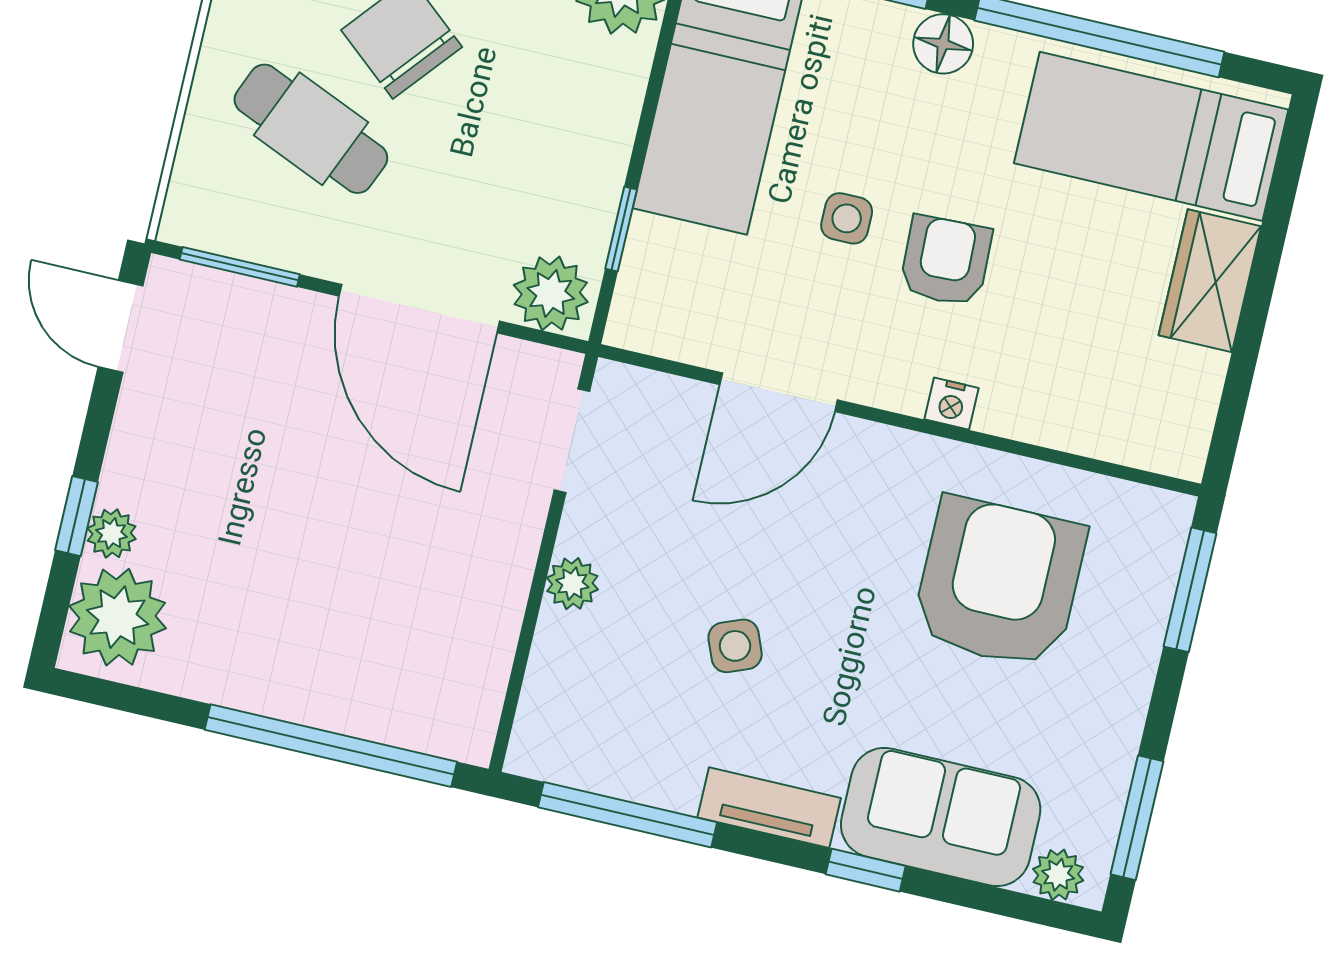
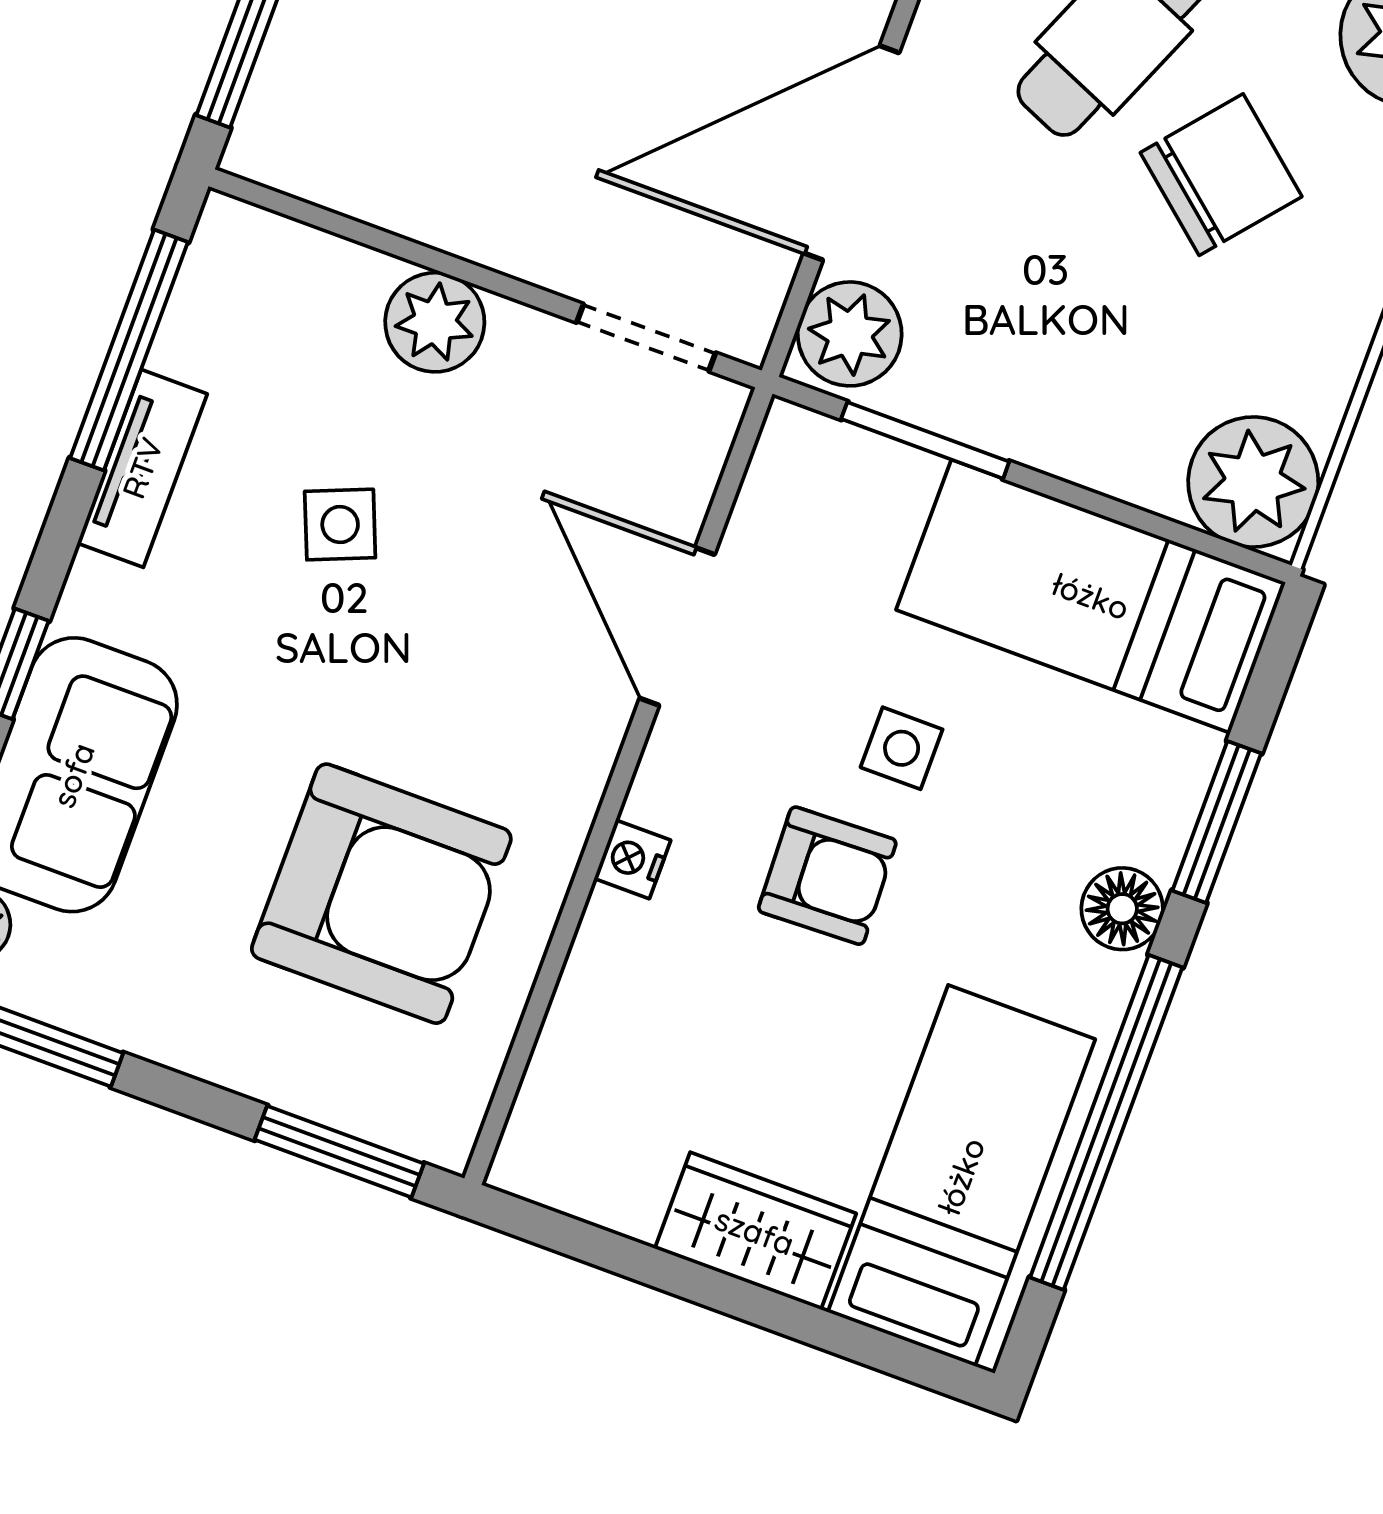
window: (621, 229) -> (925, 440), width x1.50
plant: (572, 584) -> (435, 322), width x1.38, depth x1.38
tv unit: (769, 808) -> (142, 468), moved

